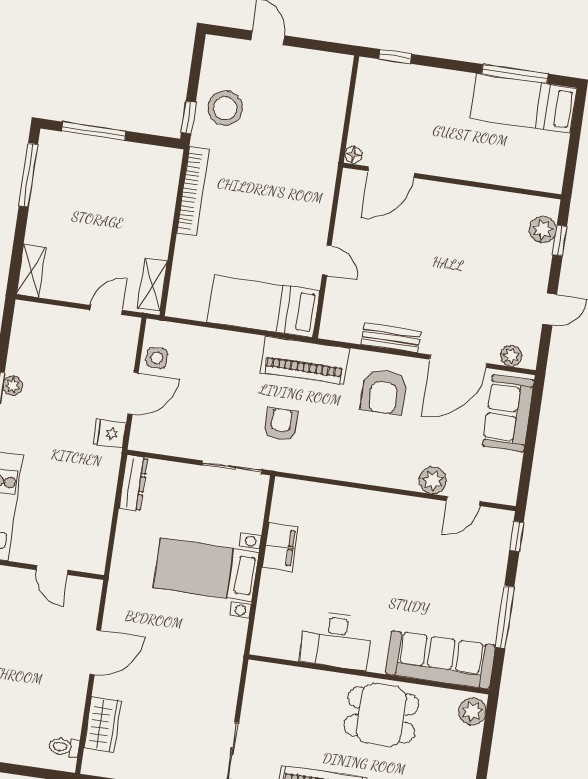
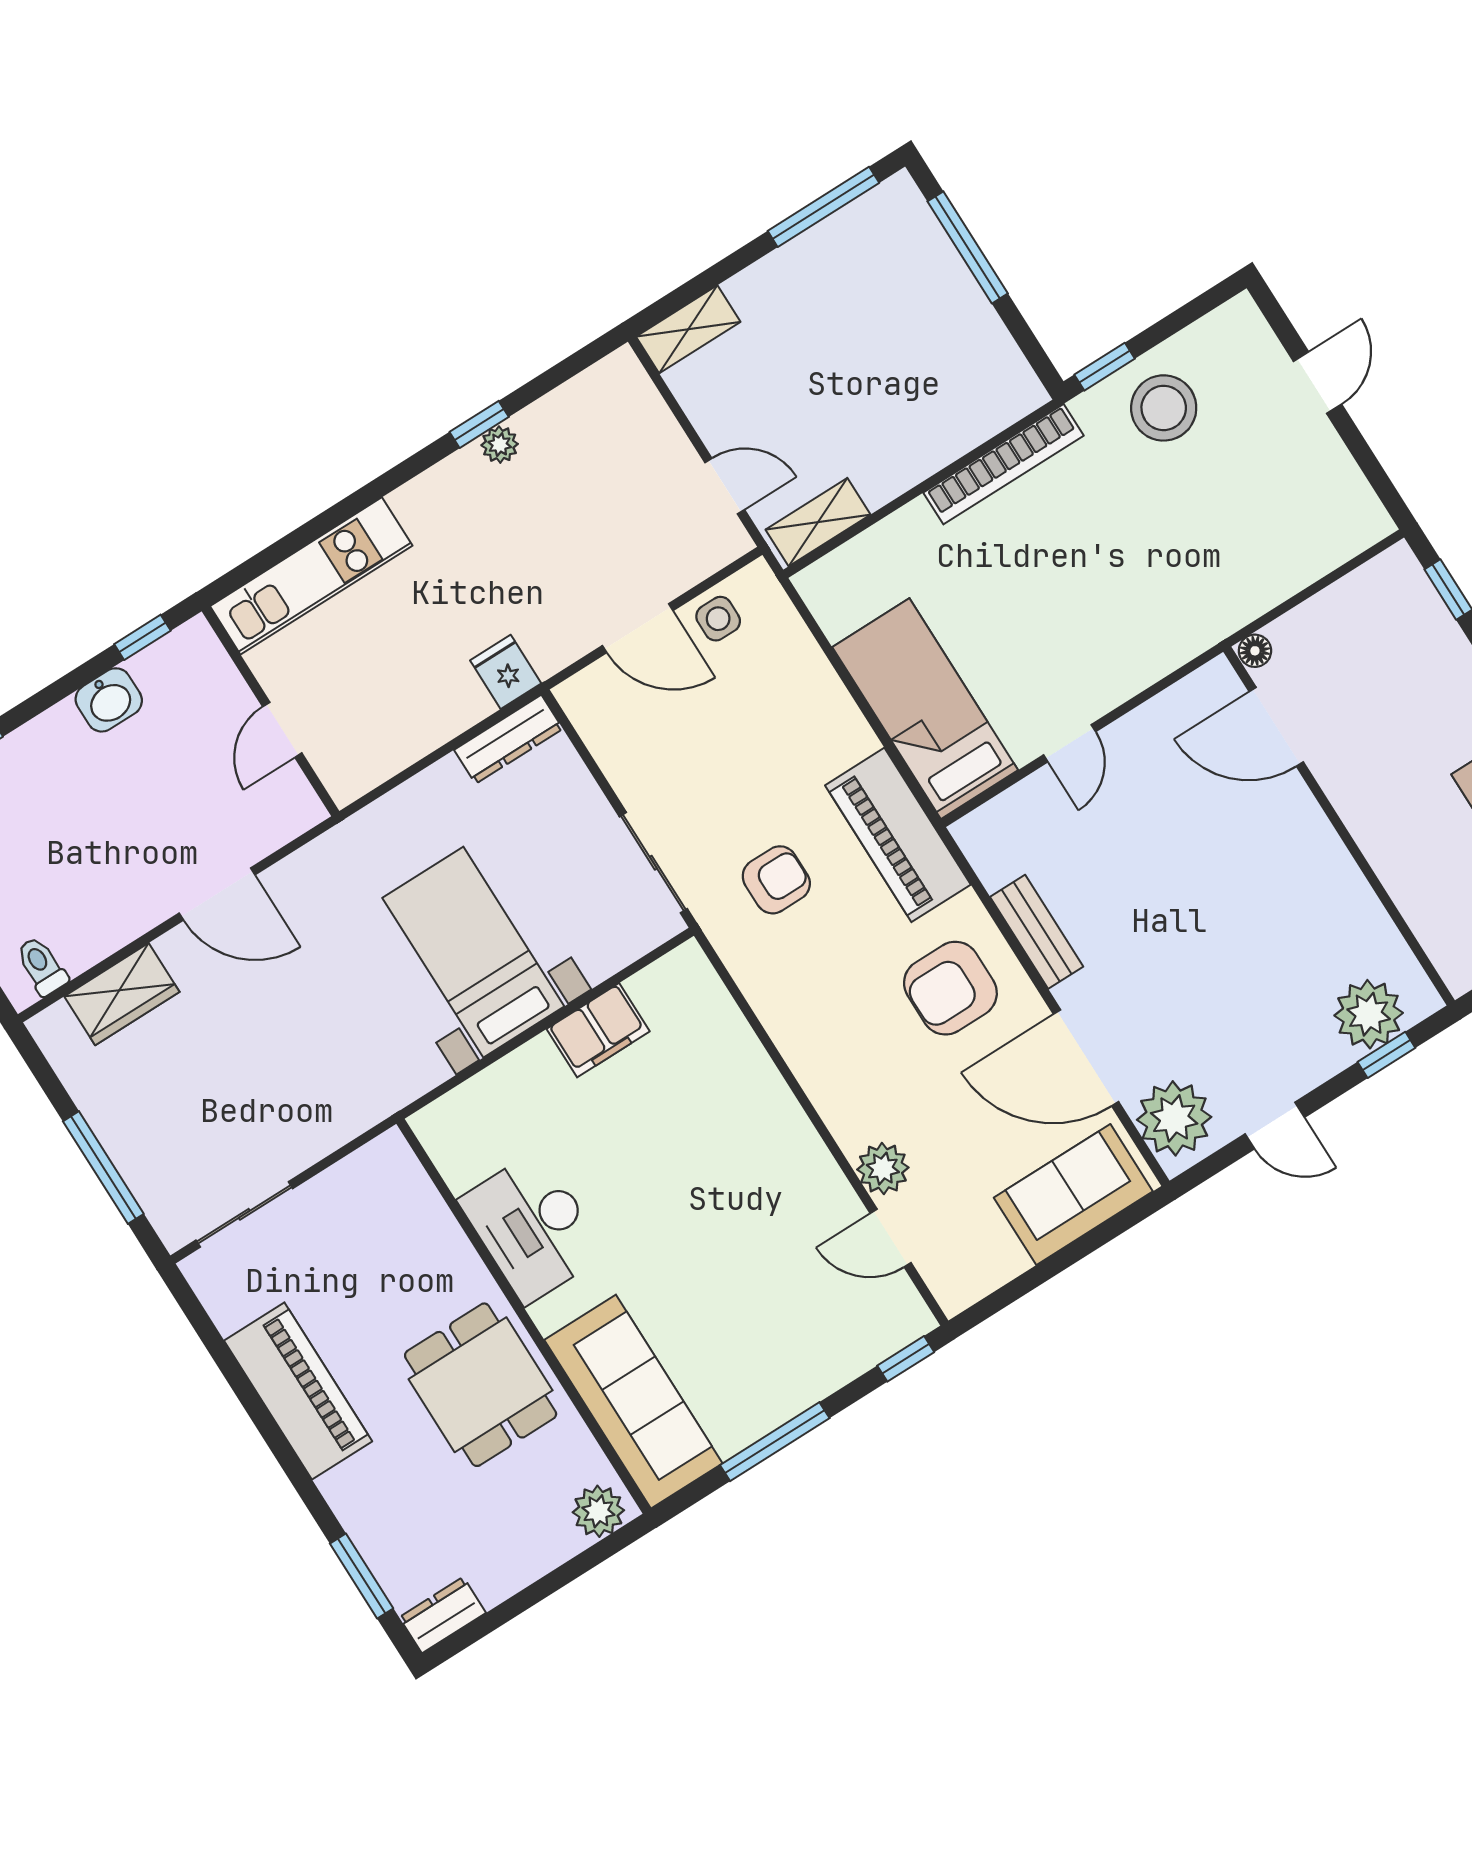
plant: (543, 230) -> (1369, 1014), width x1.36, depth x1.36
plant: (511, 356) -> (1174, 1118), width x1.88, depth x1.88
fridge: (109, 433) -> (506, 672), moved

